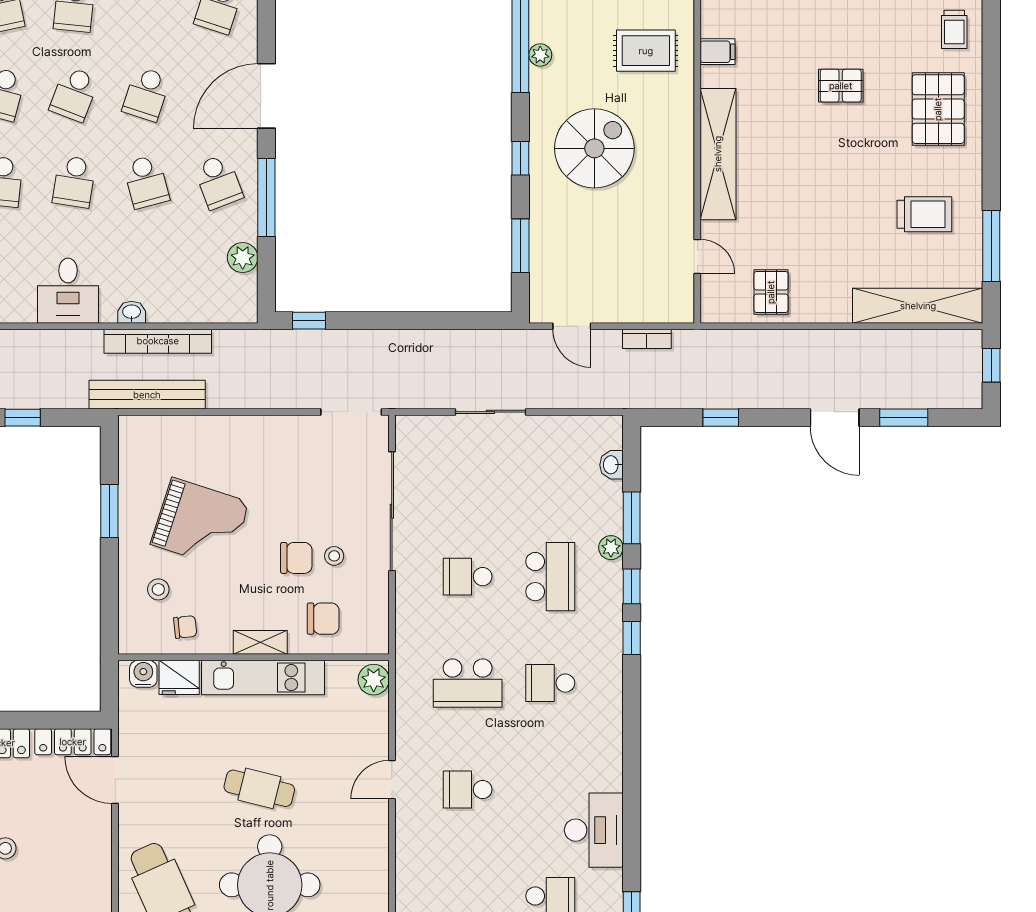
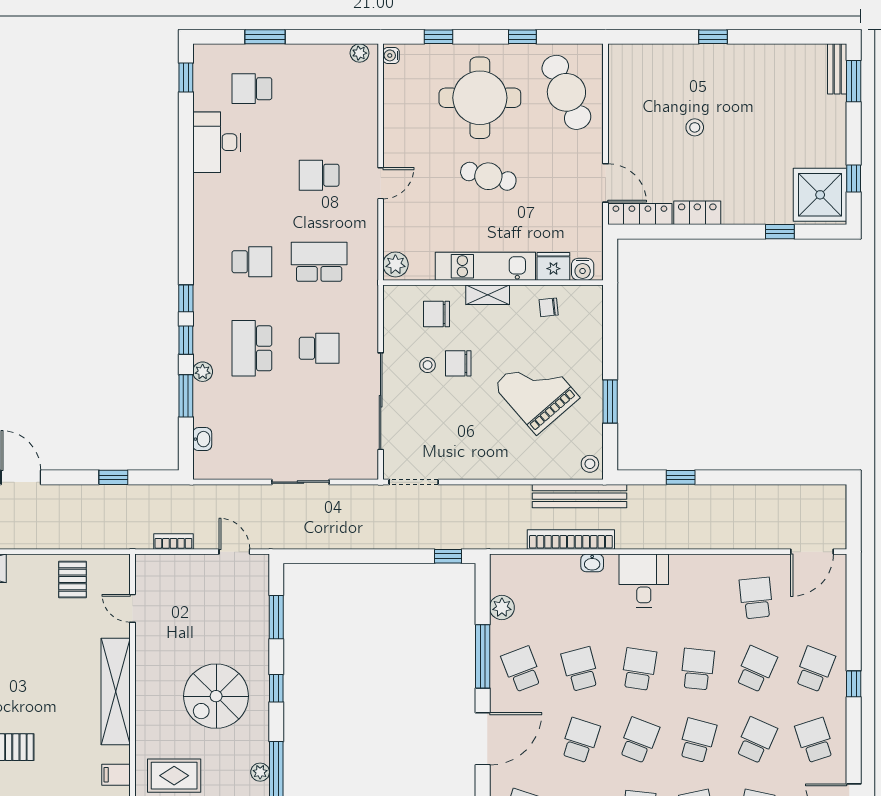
grand piano: (200, 523) -> (537, 392), turned 31
stool: (158, 589) -> (590, 464), moved
school desk: (468, 790) -> (319, 175), turned 180

